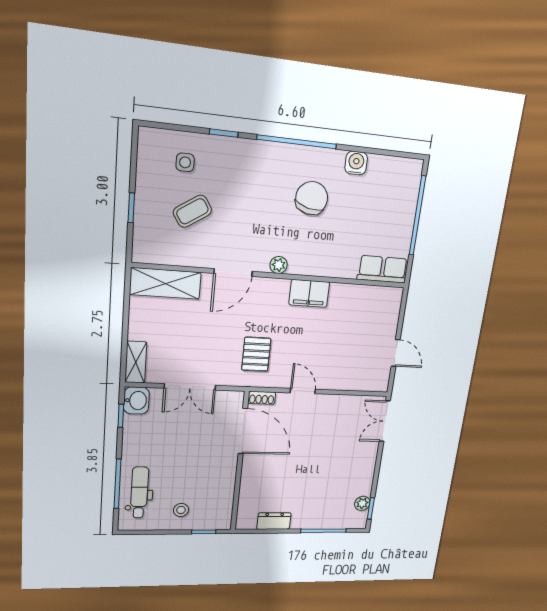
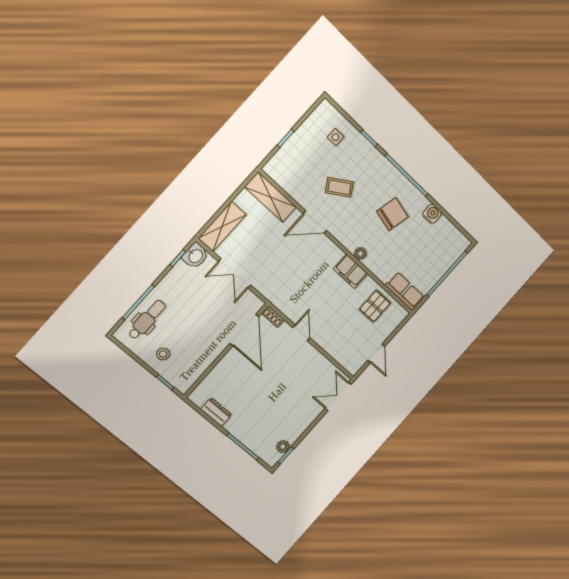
coffee table: (192, 211) -> (339, 187), moved
plant: (279, 265) -> (360, 254), moved
pallet: (256, 354) -> (375, 306), moved
shelving: (136, 362) -> (222, 227), width x1.50, depth x1.33

